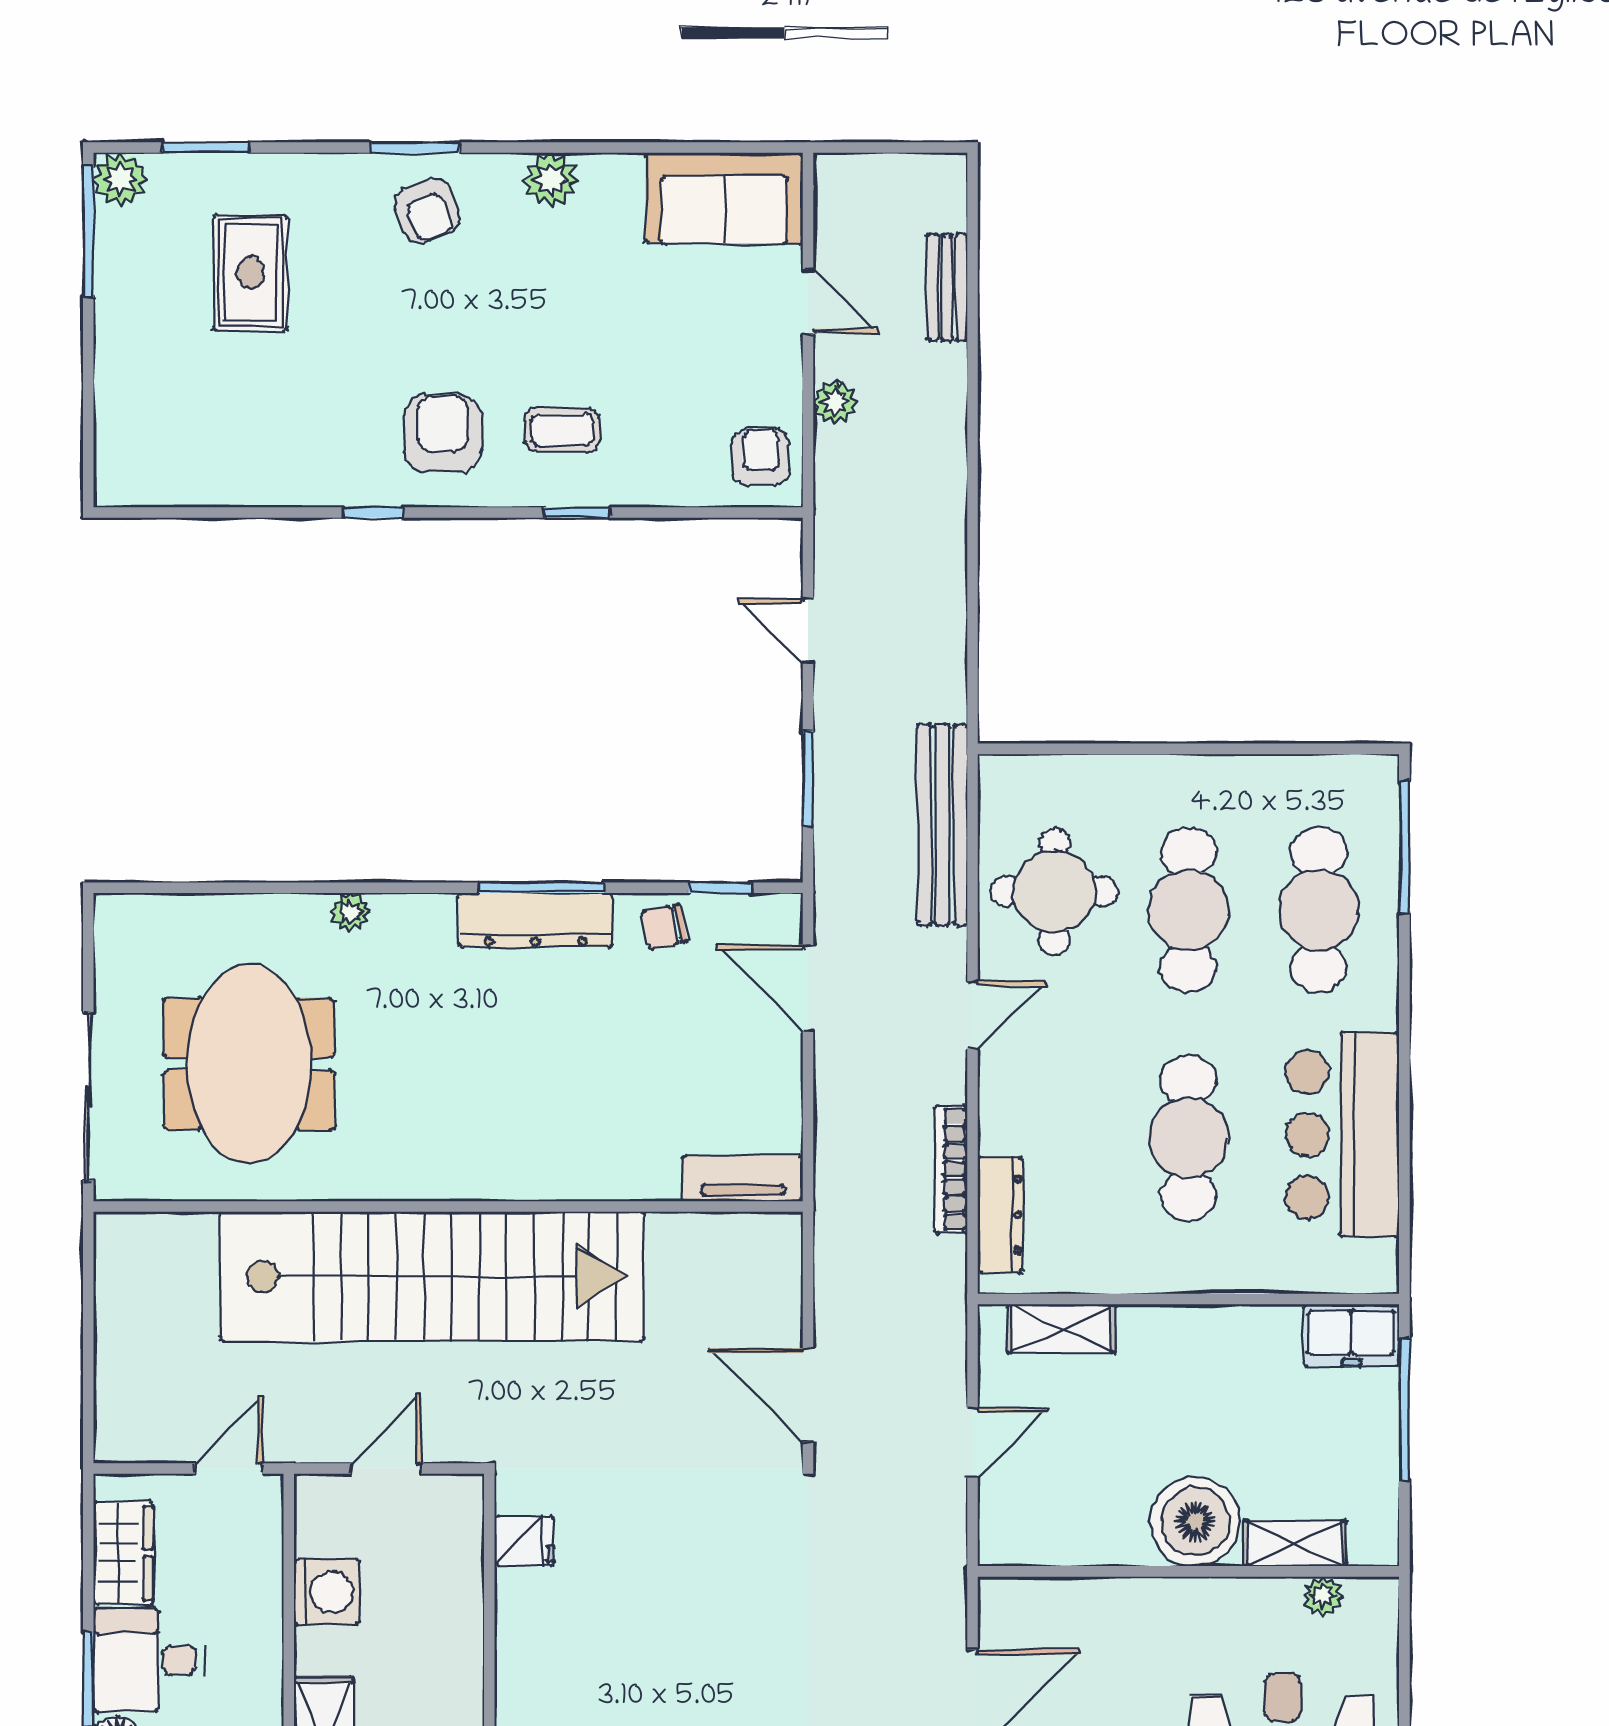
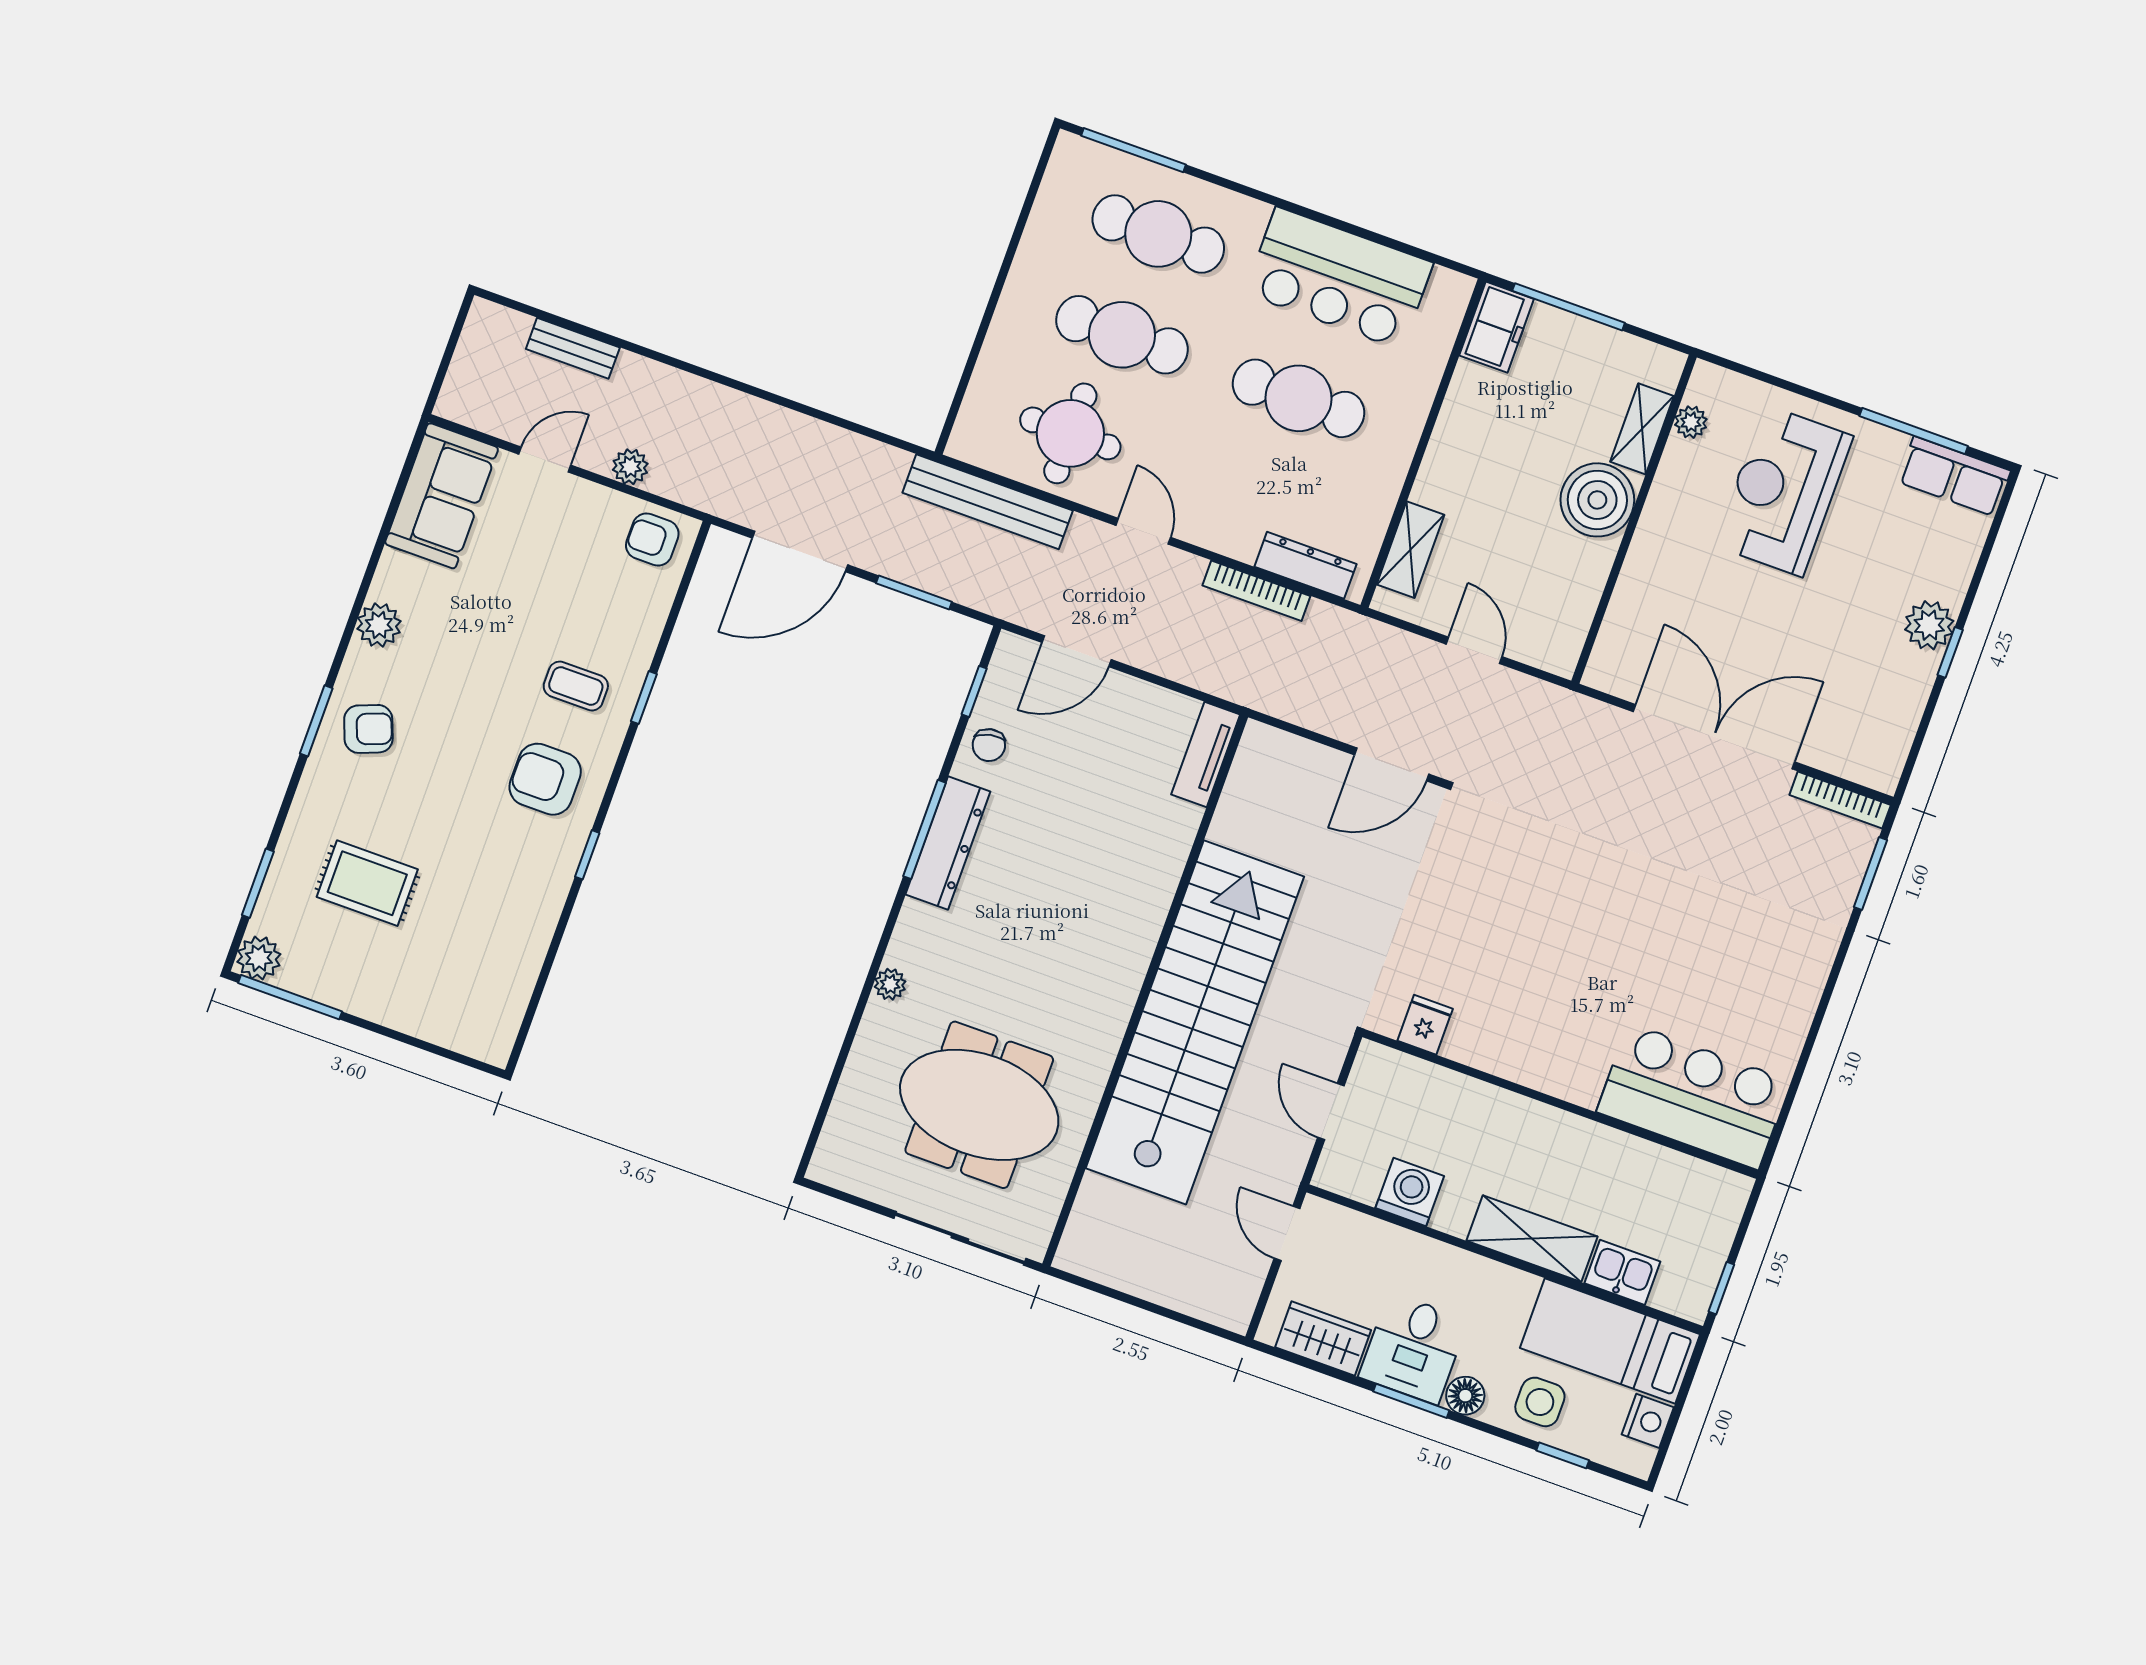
coffee table: (562, 430) -> (576, 686), turned 90
door: (808, 631) -> (800, 551), width x1.88

